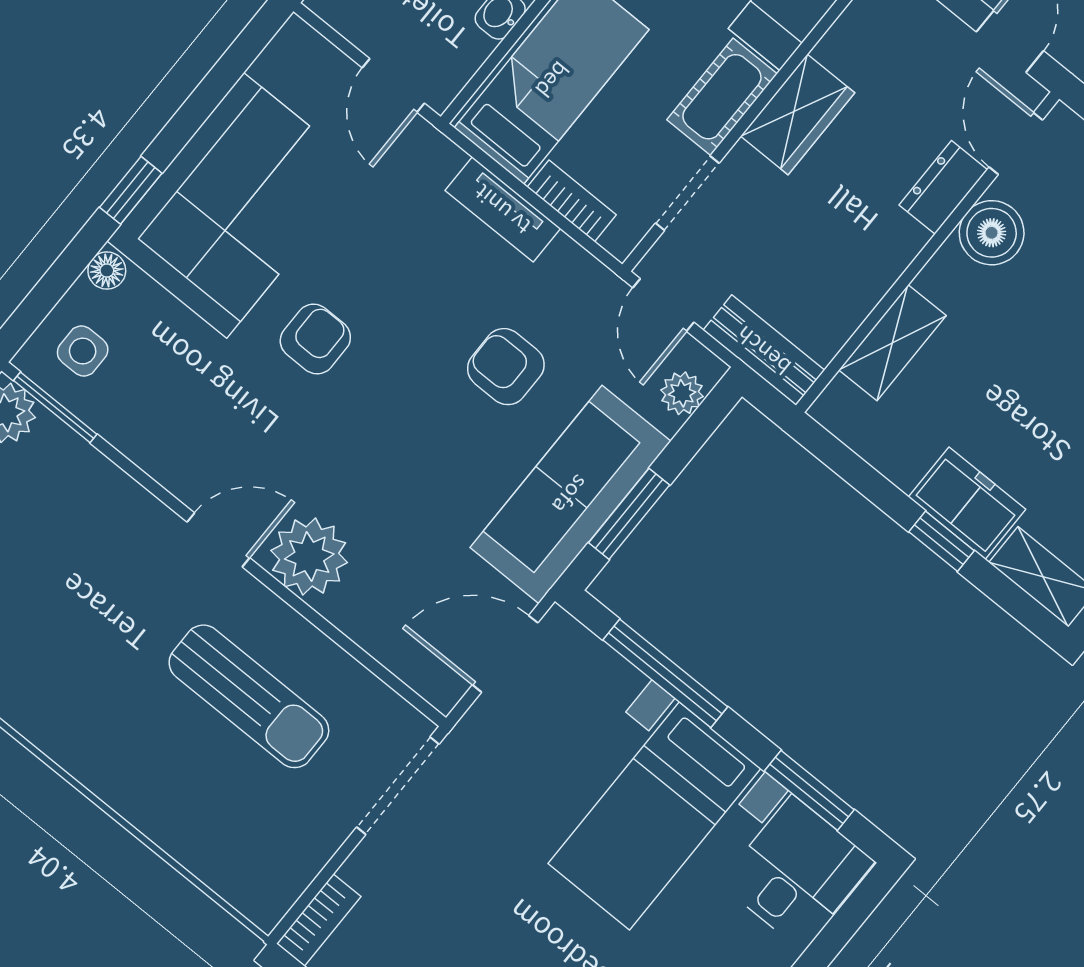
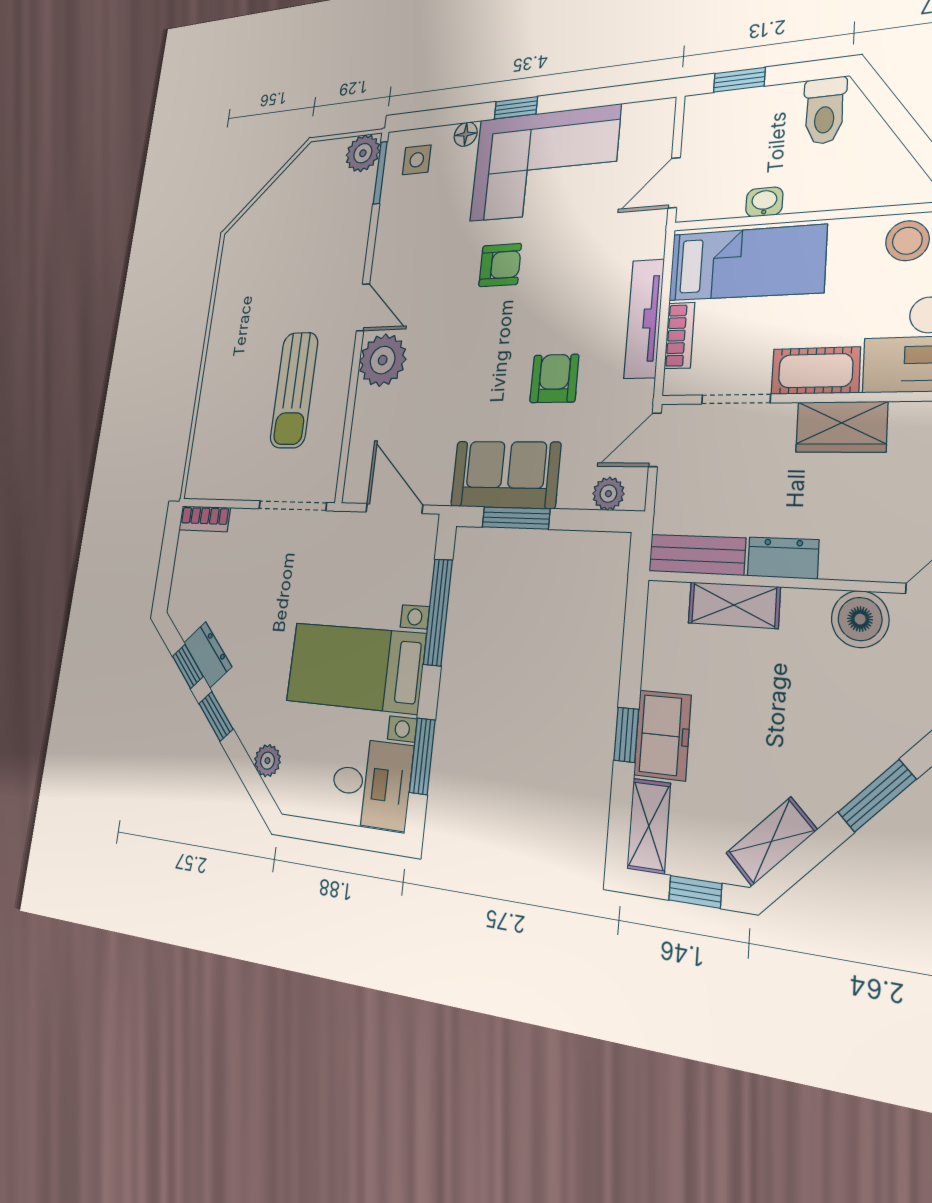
dresser: (943, 187) -> (783, 558), moved
tv unit: (503, 209) -> (644, 319), width x1.41
bench: (764, 350) -> (697, 555), moved, turned 90
sofa: (570, 494) -> (505, 475), width x0.73

